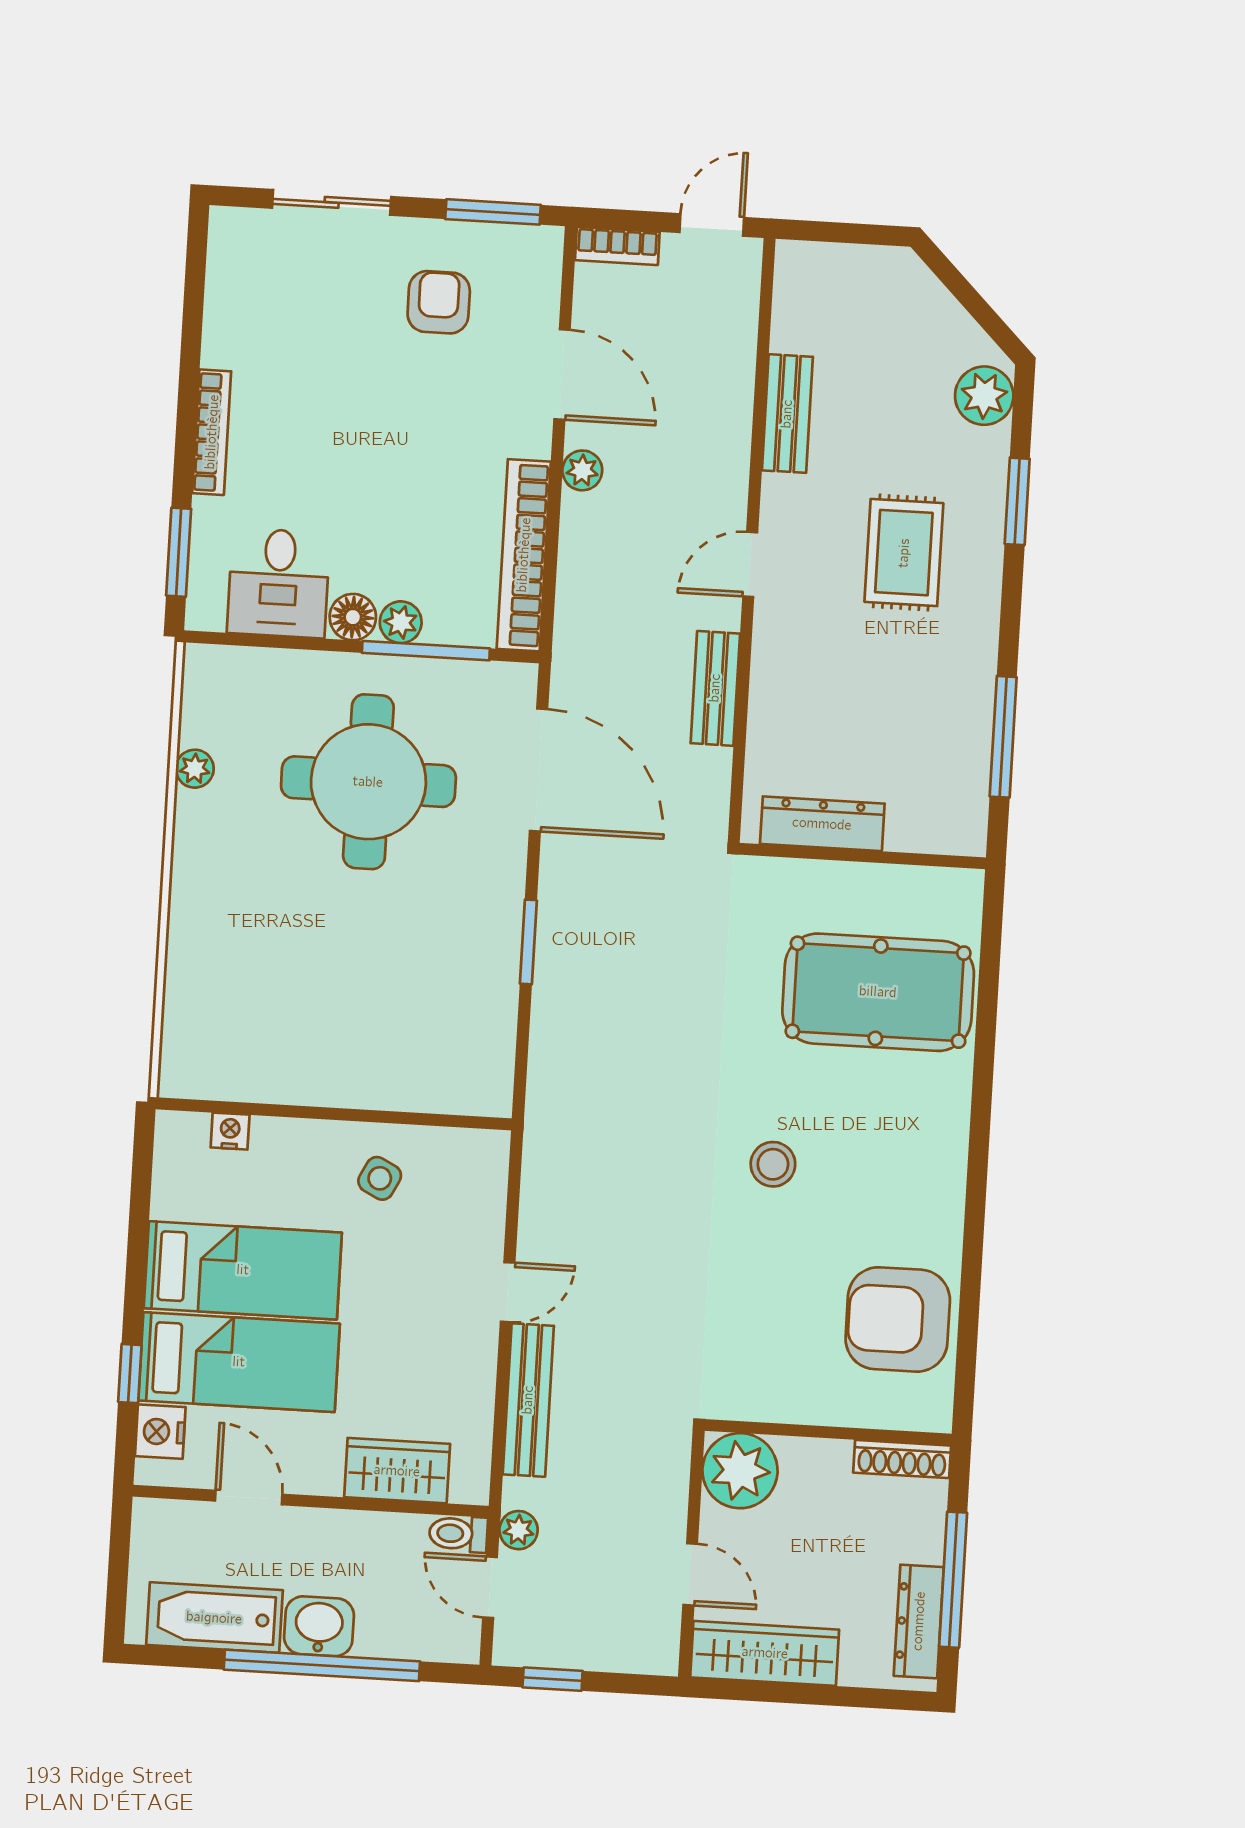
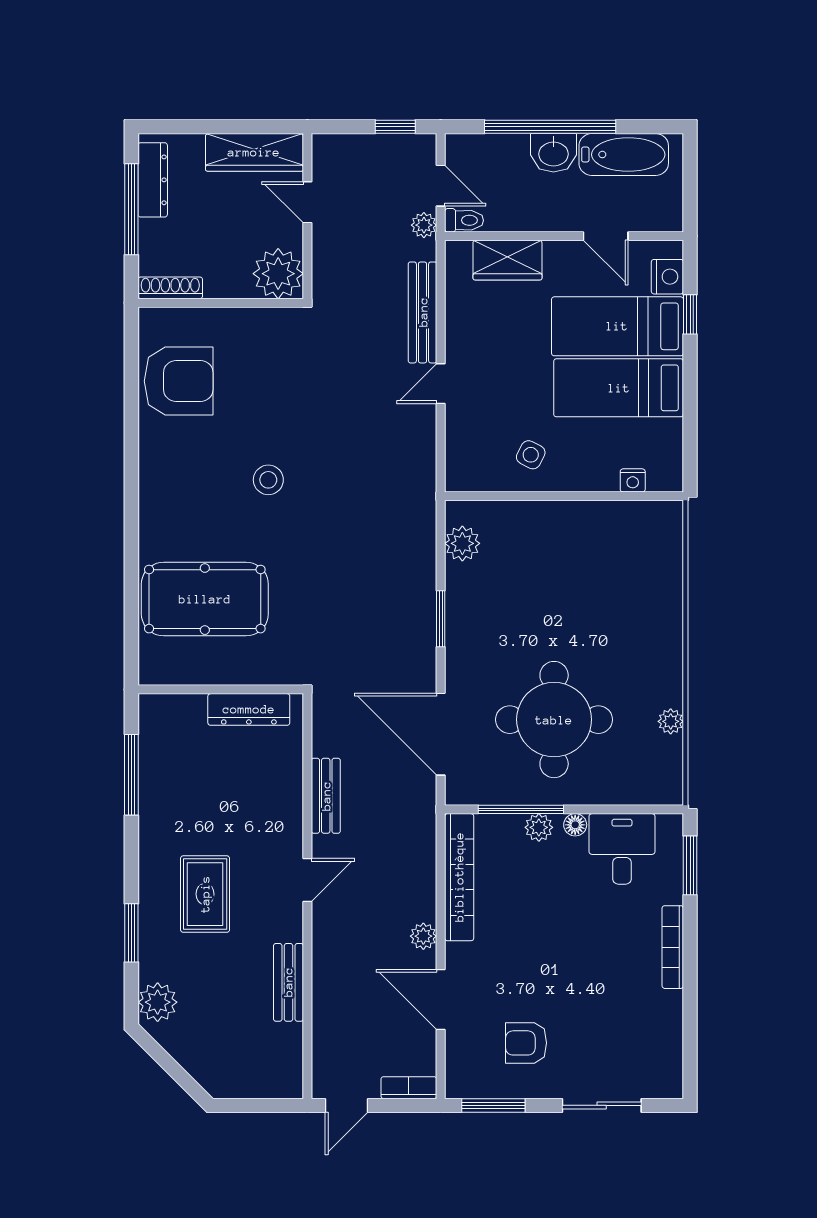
armchair: (439, 302) -> (526, 1043), turned 90
floor lamp: (353, 617) -> (575, 825), width x0.73, depth x0.73
plant: (489, 1052) -> (462, 543), added

